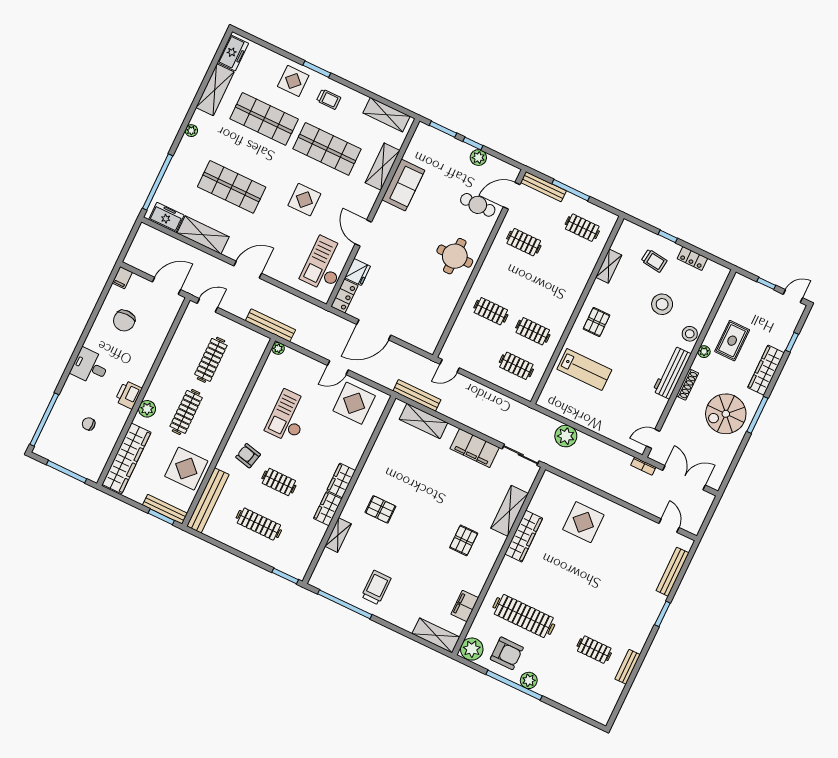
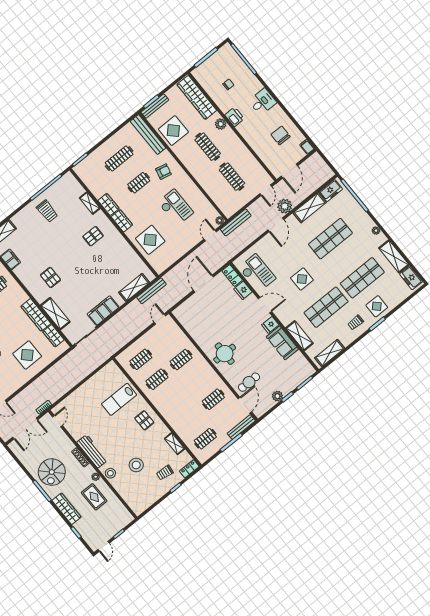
fridge: (387, 213) -> (270, 325), added
locker: (692, 258) -> (189, 469), moved
door: (338, 368) -> (210, 235), moved
display table: (354, 403) -> (150, 240), moved
spiral stairs: (726, 414) -> (52, 472), turned 180
plant: (566, 436) -> (285, 206), moved
wardrobe: (541, 499) -> (53, 336), added

